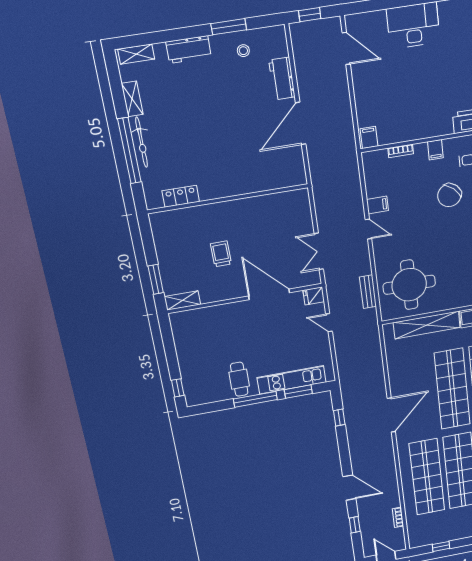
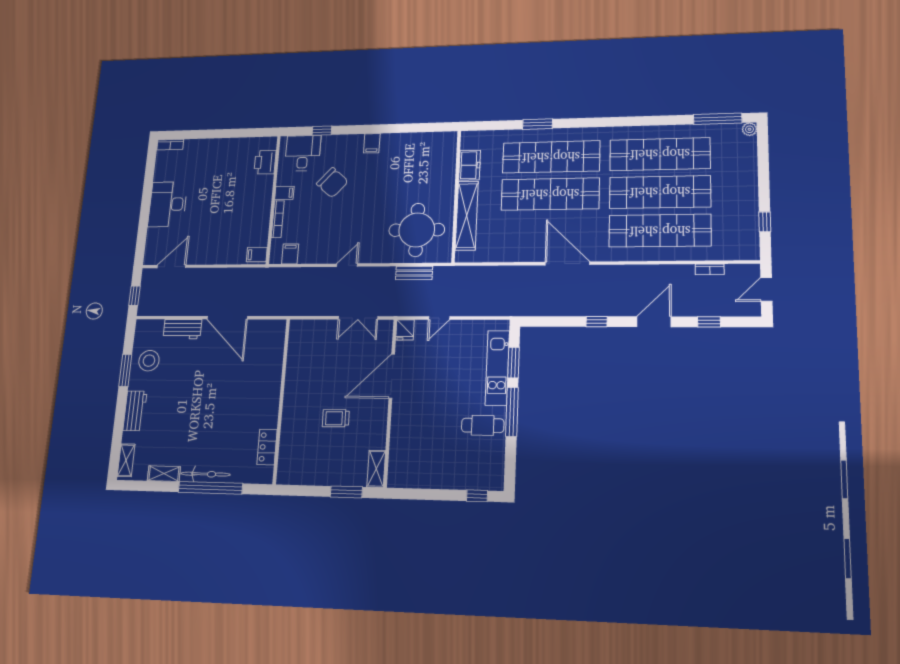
stool: (243, 51) -> (149, 361), width x1.89, depth x1.89
bookcase: (401, 151) -> (278, 219), width x1.56
filing cabinet: (377, 205) -> (290, 254), moved
window: (339, 417) -> (597, 322), moved

